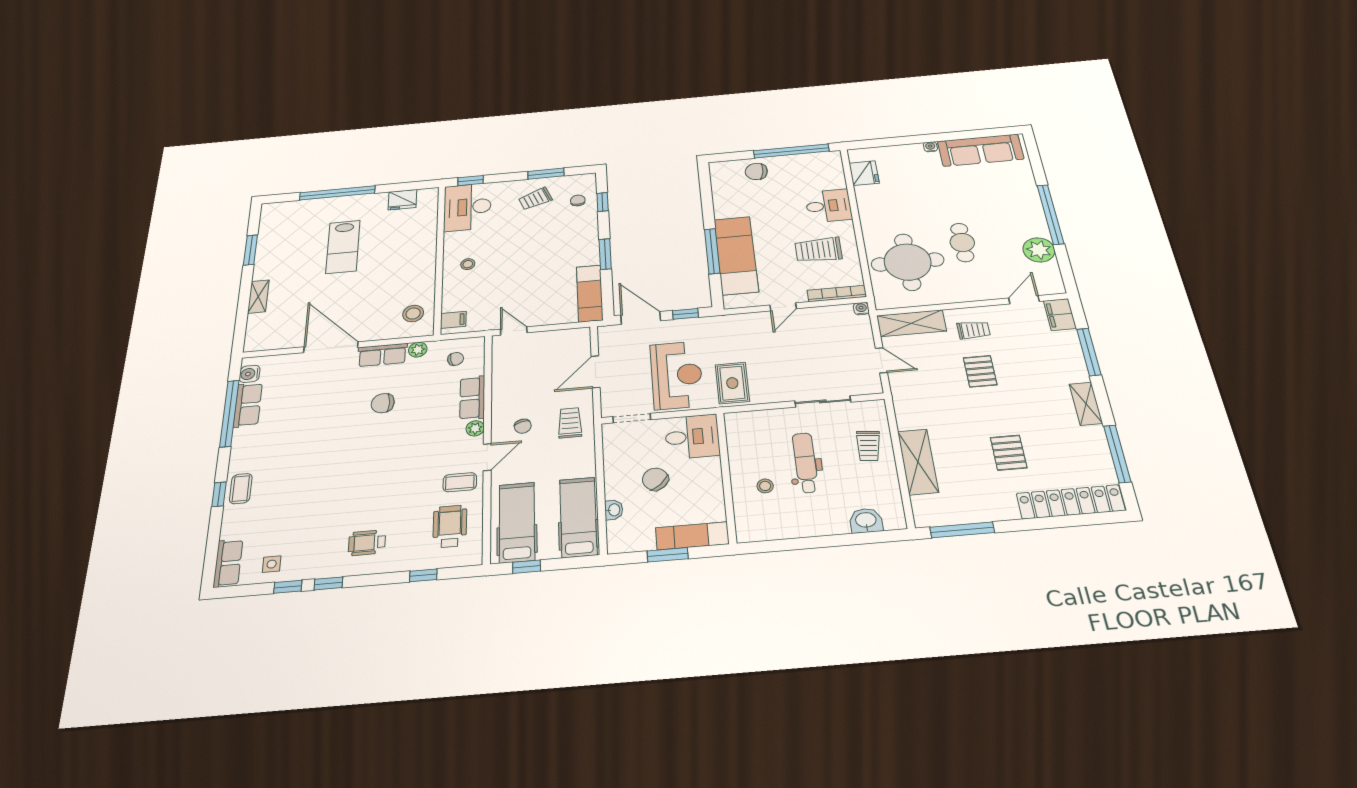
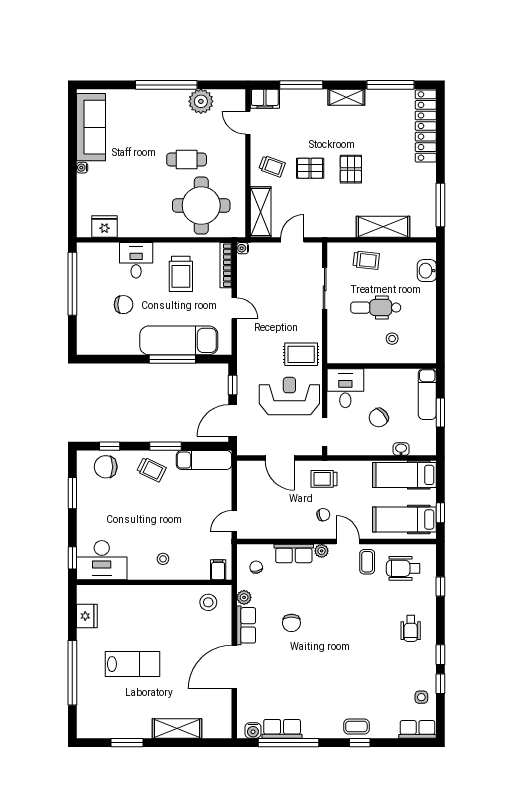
chair: (756, 171) -> (124, 305), moved, turned -98
trolley: (535, 199) -> (151, 470), moved, turned -42
chair: (578, 200) -> (106, 467), width x1.87, depth x1.87
shelving: (258, 297) -> (177, 728), width x1.50, depth x1.33
trolley: (974, 330) -> (272, 166), turned 110
pallet: (1009, 453) -> (351, 169), moved, turned 90

